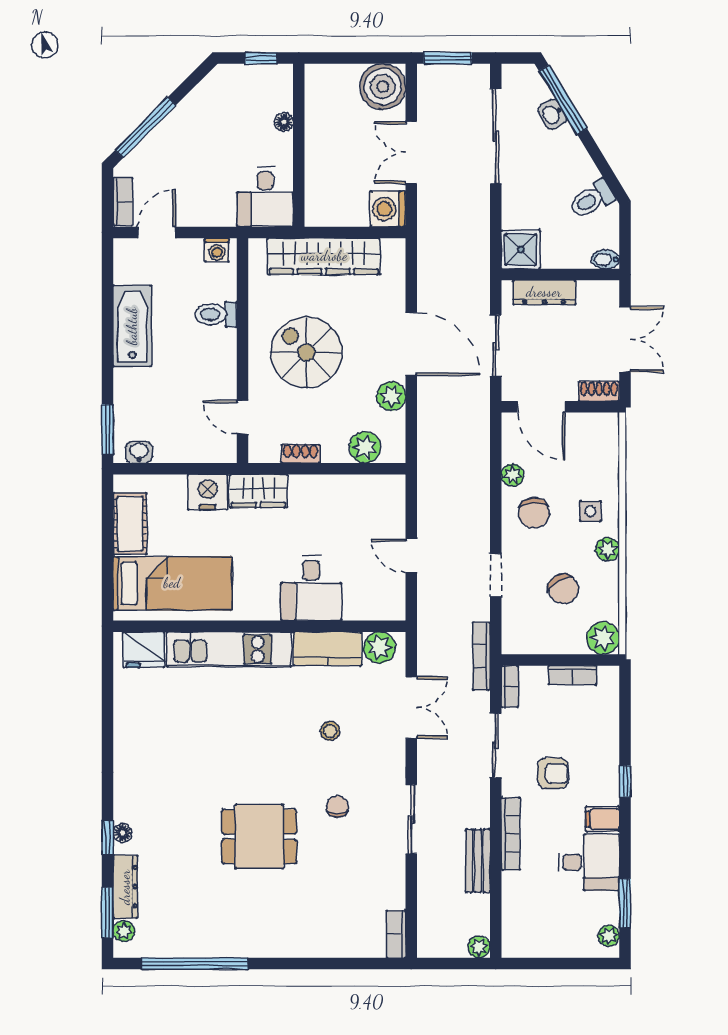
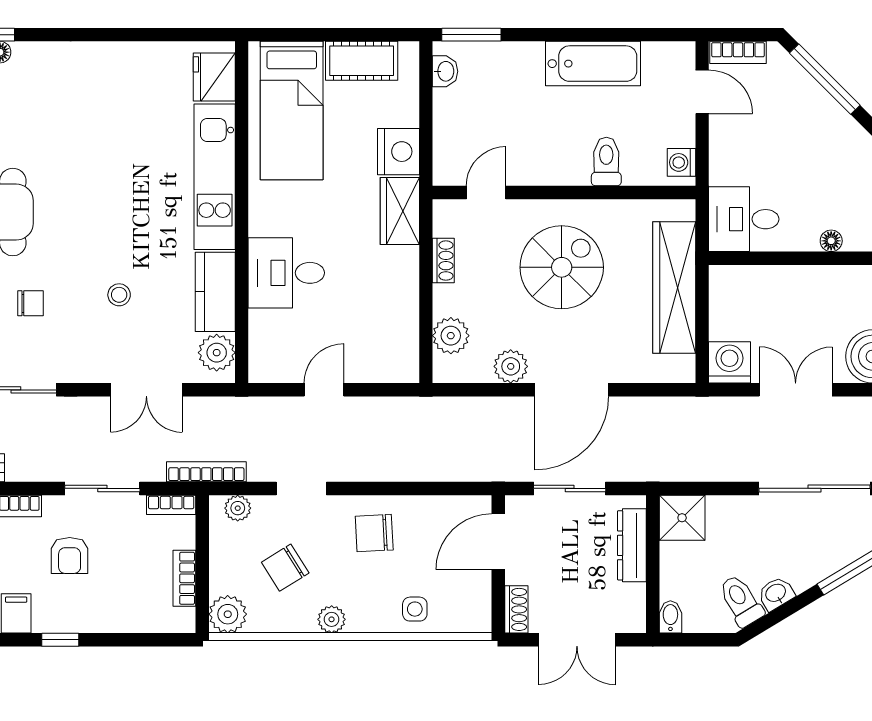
washbasin: (552, 114) -> (776, 593), moved
plant: (512, 475) -> (238, 508), moved
side table: (590, 511) -> (415, 609), moved

